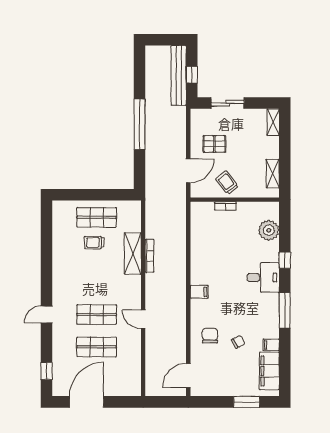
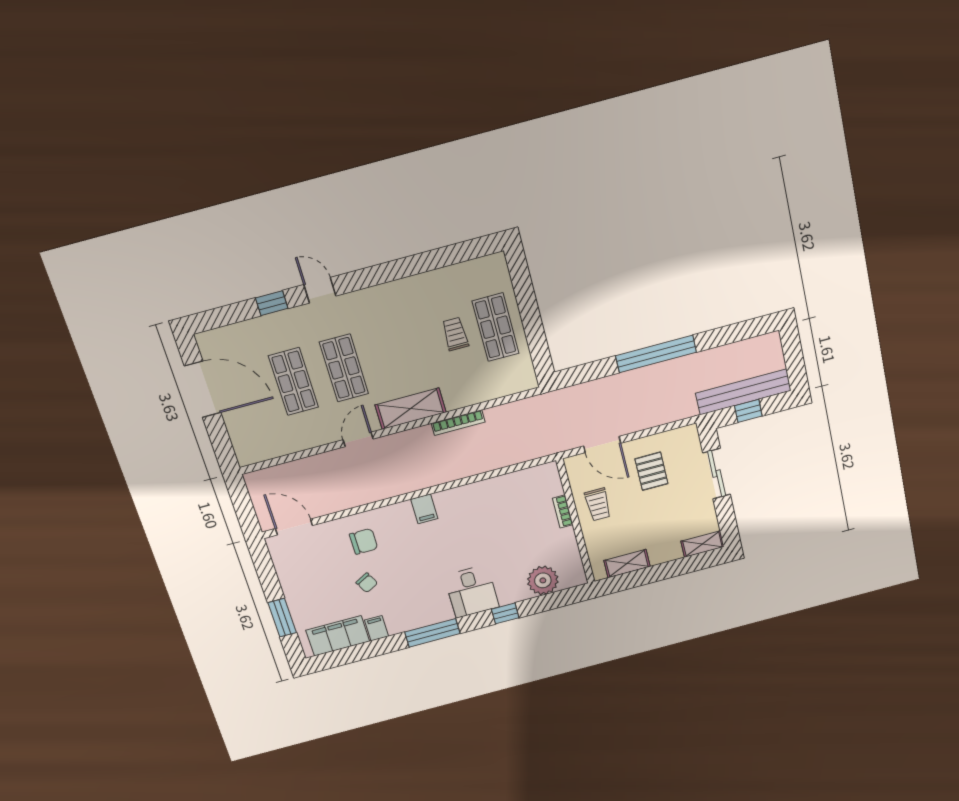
trolley: (227, 183) -> (598, 504), turned 128
shelving: (133, 254) -> (411, 409), moved
window: (47, 371) -> (272, 303), moved

